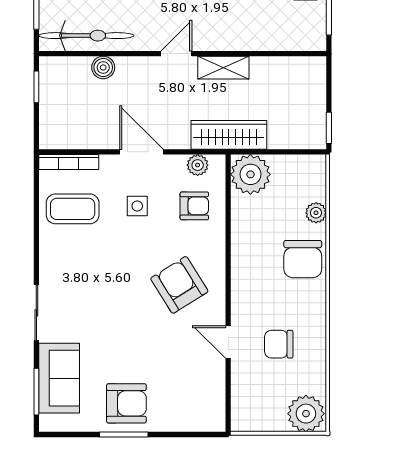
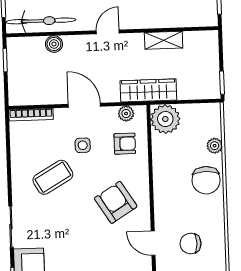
shelving: (223, 68) -> (164, 40), moved
coffee table: (73, 209) -> (53, 177), moved, turned -30

